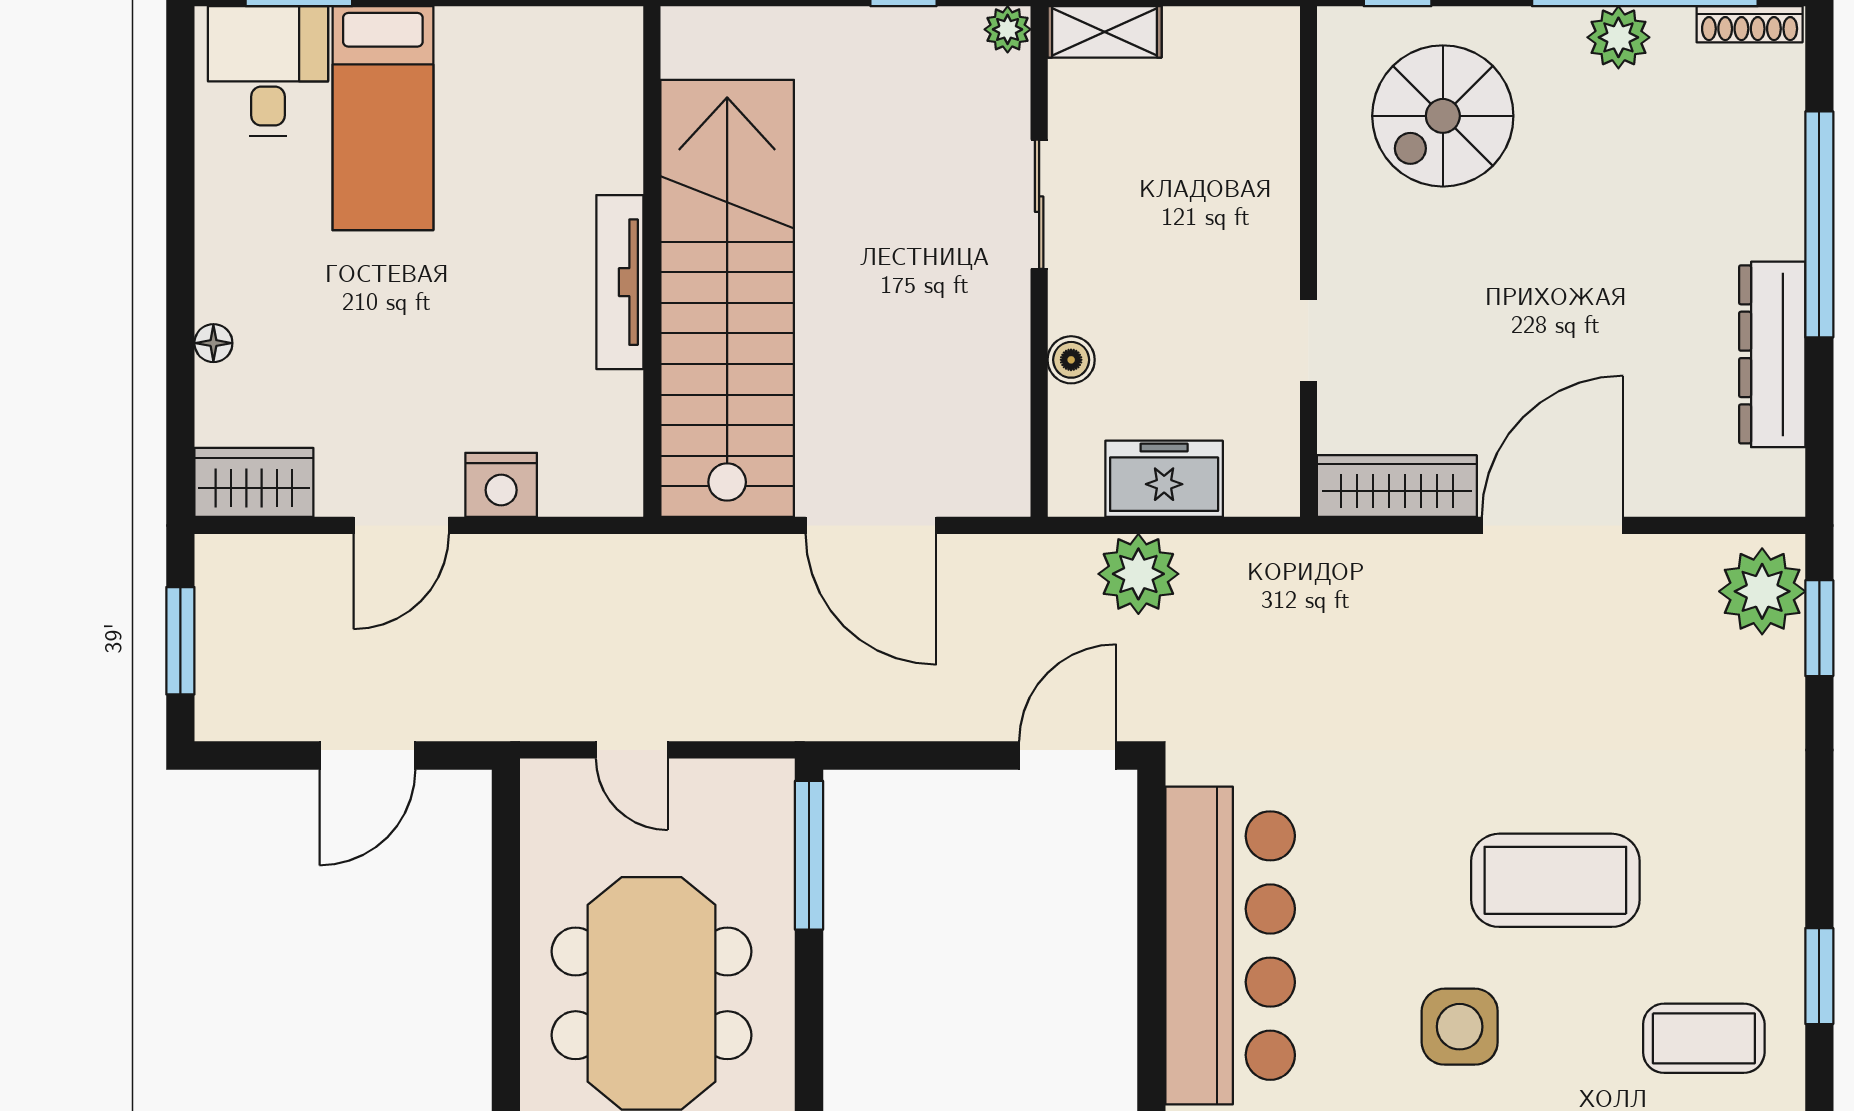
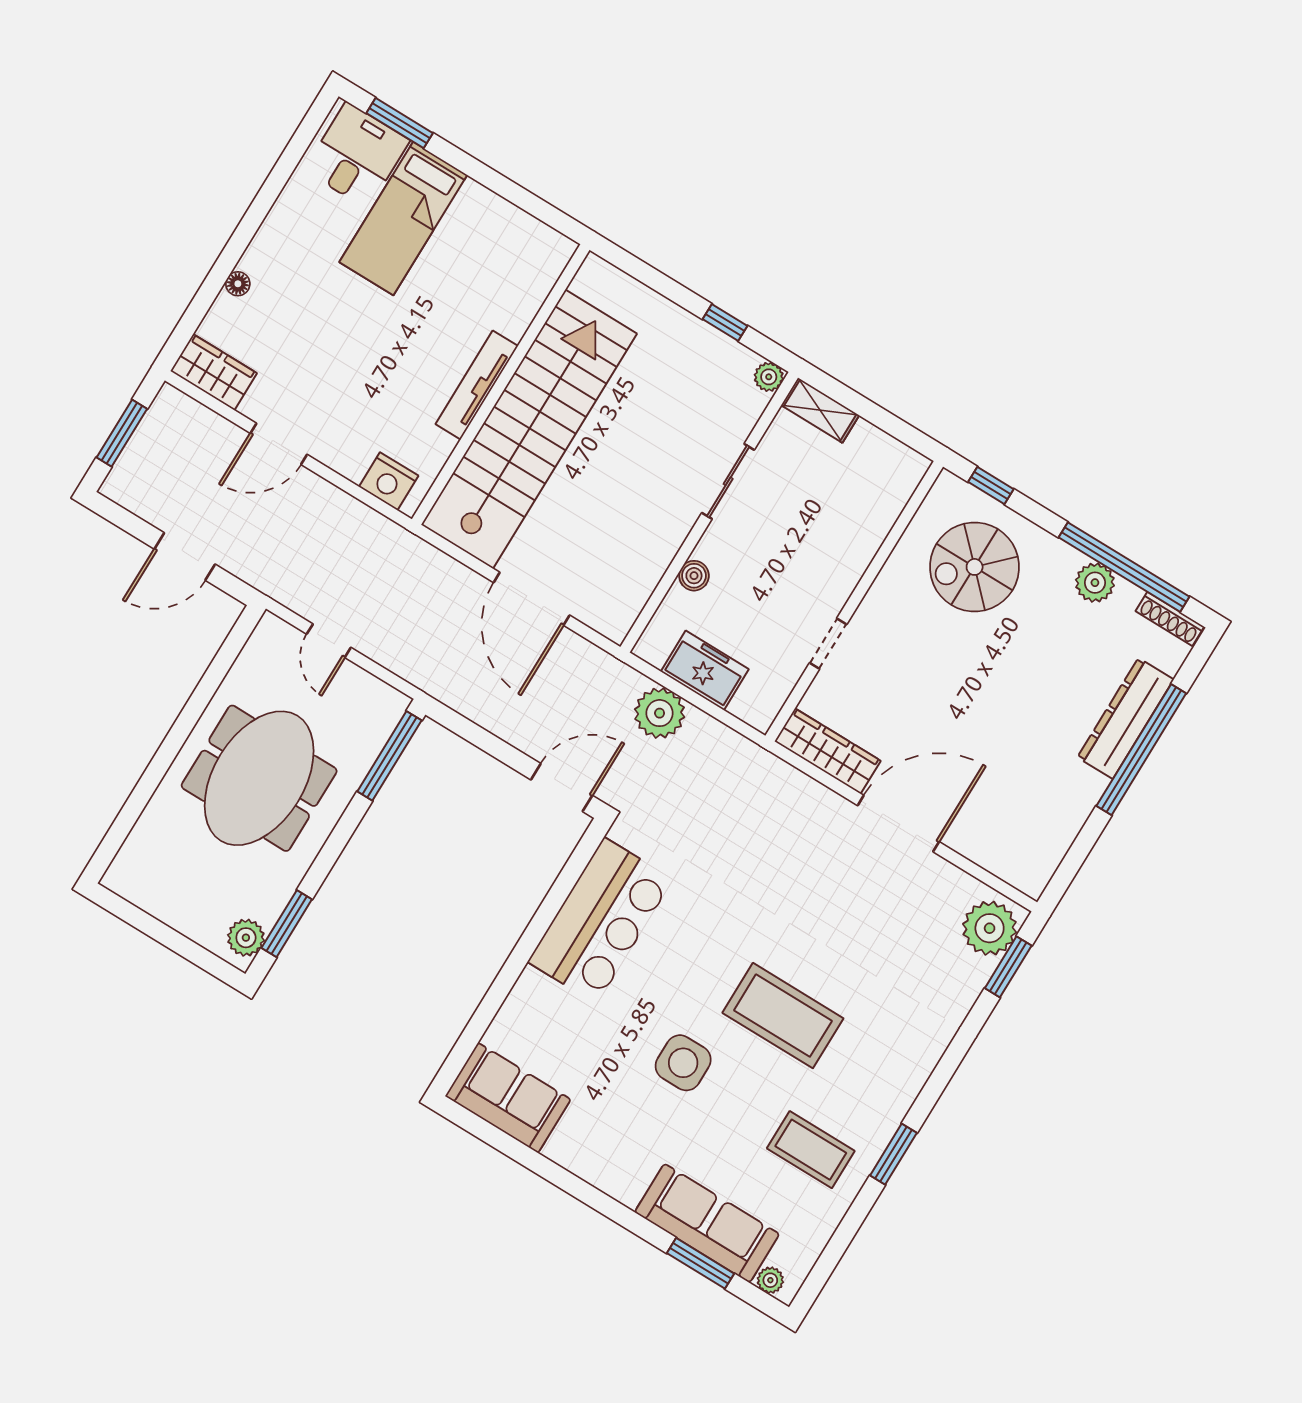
dresser: (1772, 354) -> (1126, 718), moved
nightstand: (501, 485) -> (389, 481), moved
bar counter: (1230, 946) -> (600, 921), width x0.73

